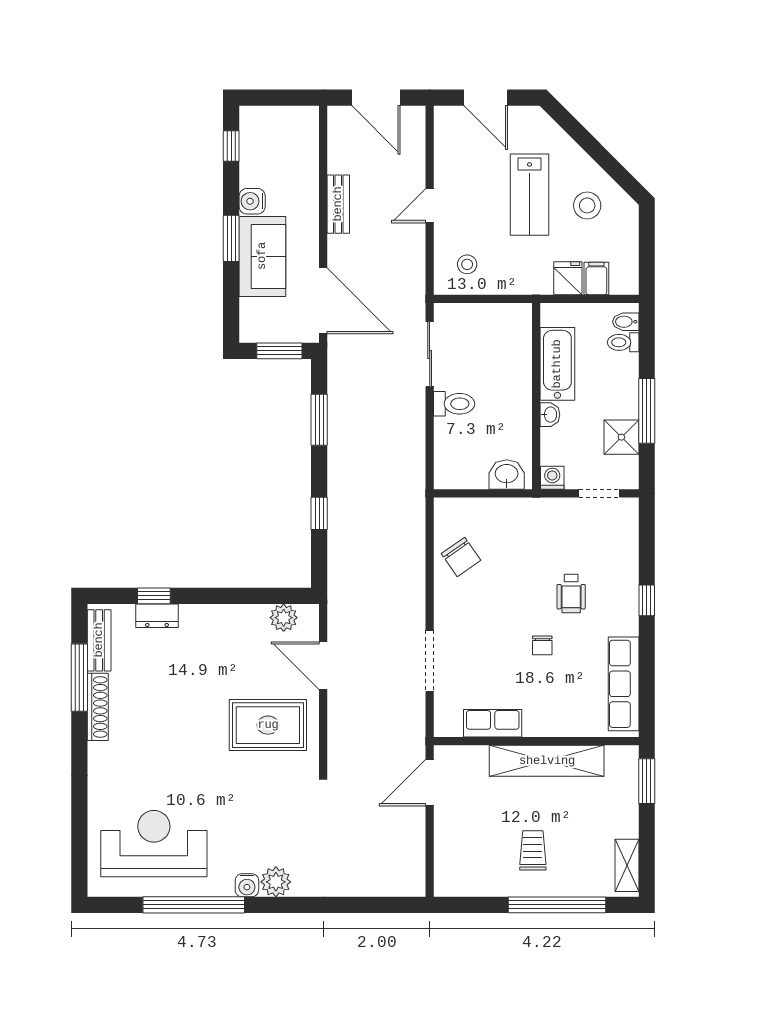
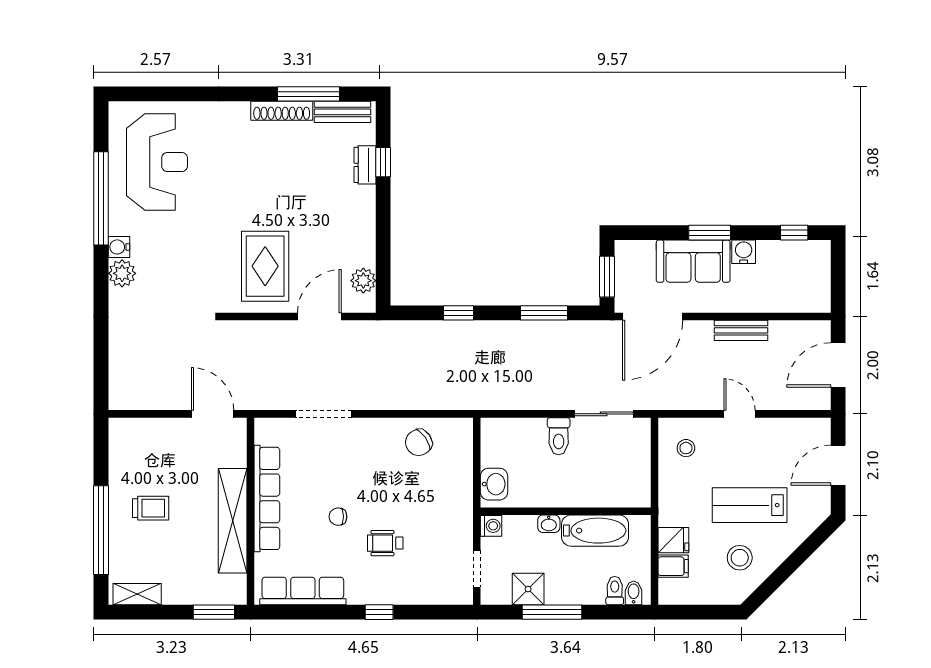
row of seats: (493, 723) -> (267, 498), width x2.02

